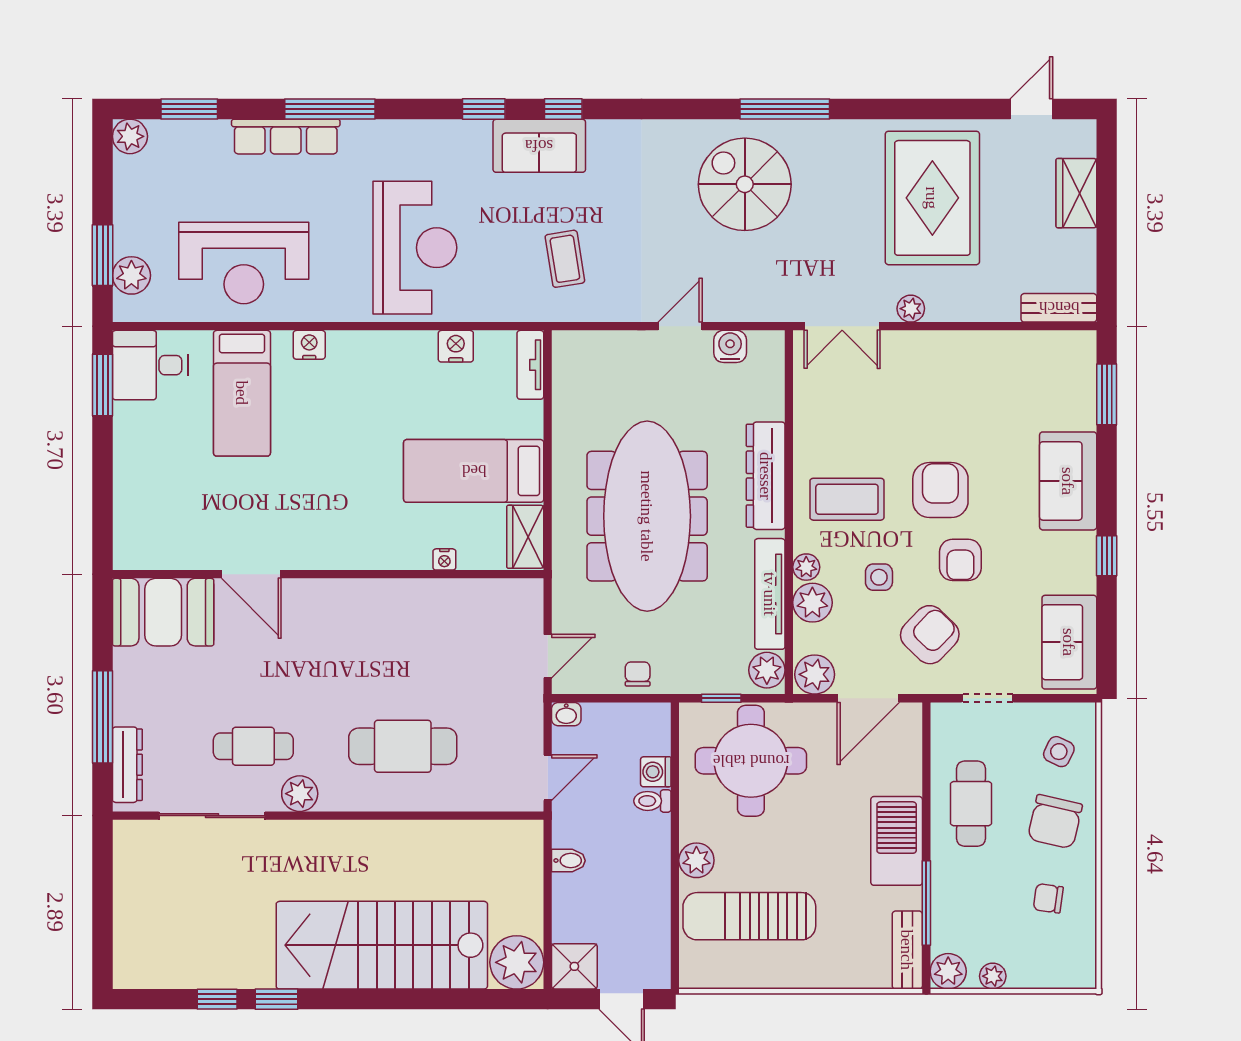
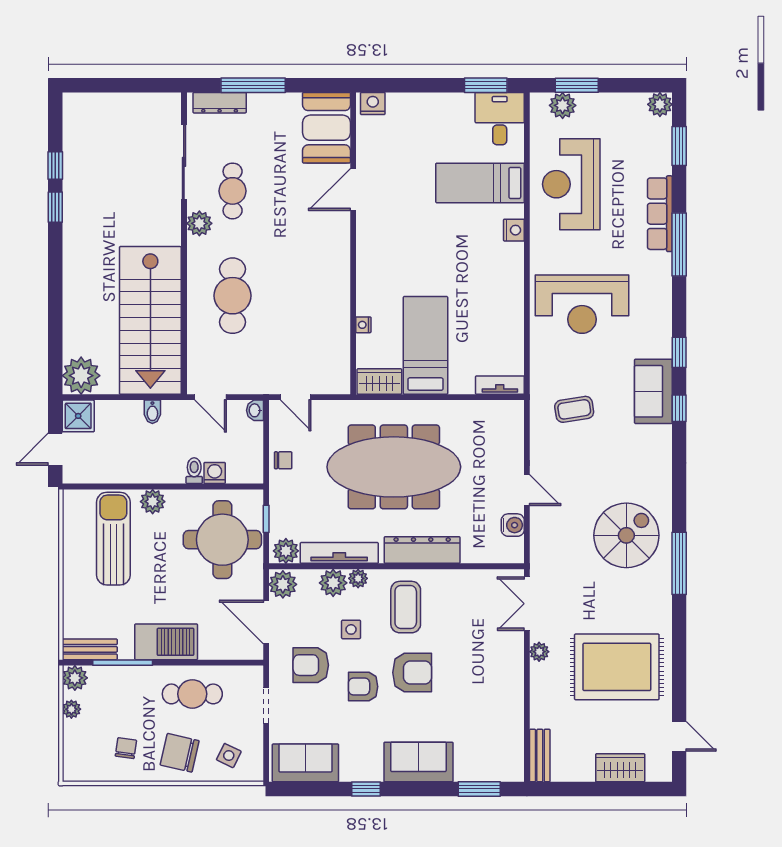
nightstand: (456, 346) -> (373, 103), moved, turned -90
armchair: (930, 635) -> (311, 665), turned 136
stairs: (382, 945) -> (150, 320), moved, turned 180

